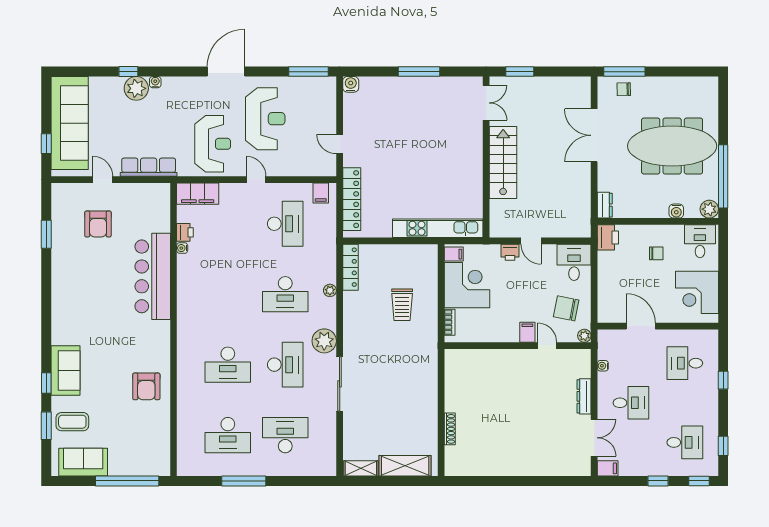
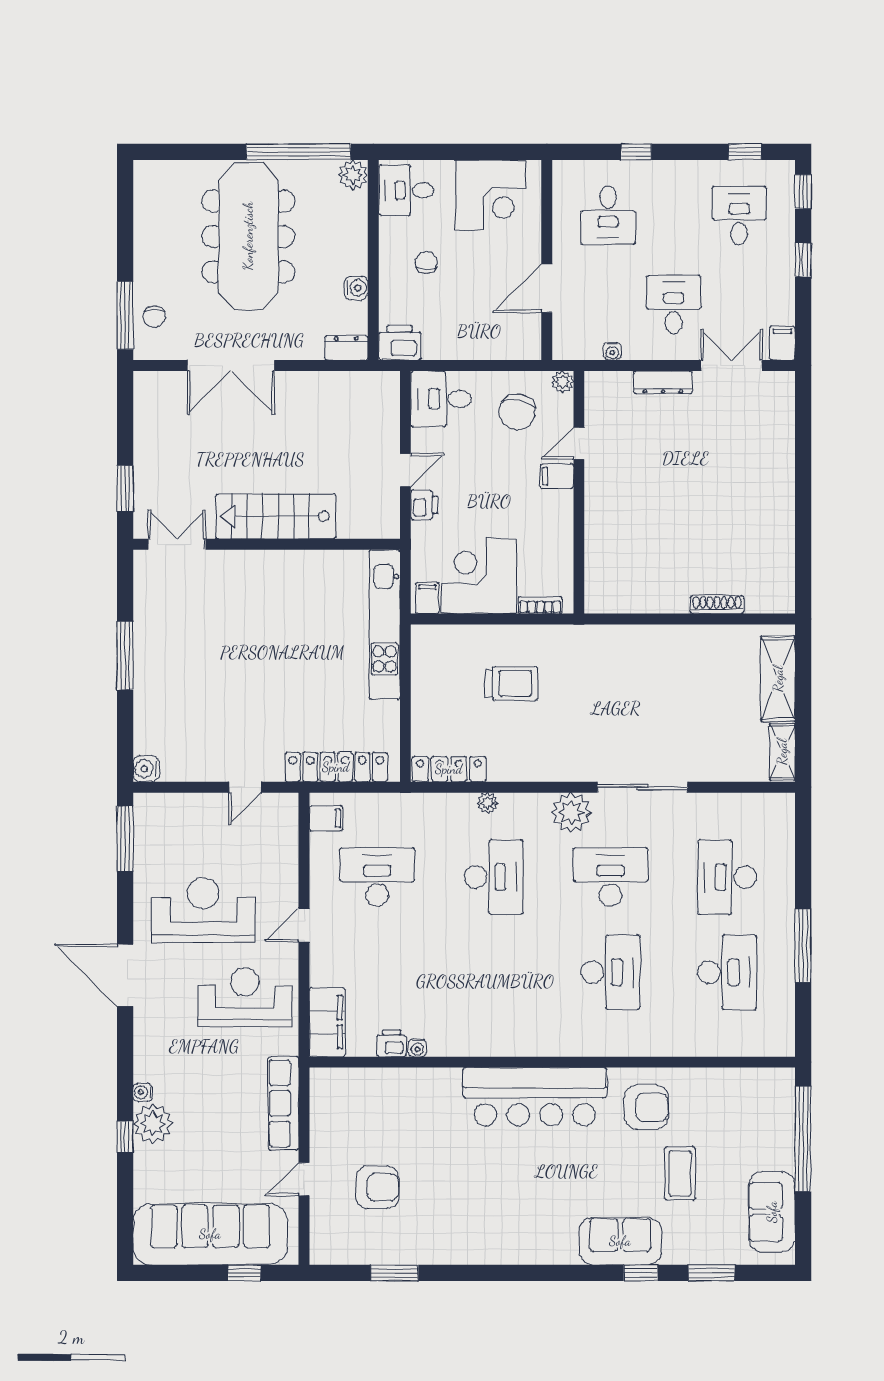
water cooler: (676, 211) -> (356, 288), moved
bar counter: (153, 276) -> (535, 1097), moved
coffee table: (72, 422) -> (680, 1174), moved

